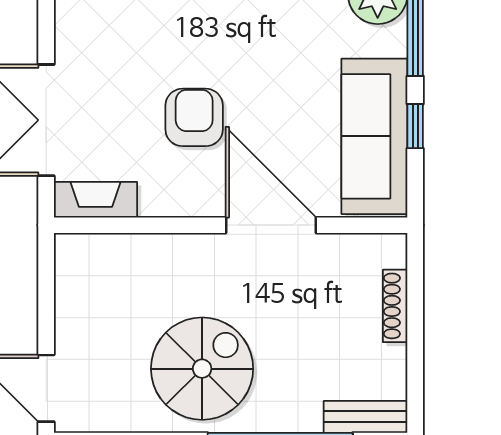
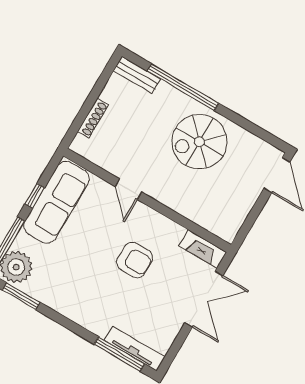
armchair: (194, 117) -> (135, 260), turned -90
door: (271, 225) -> (128, 189), width x0.53

